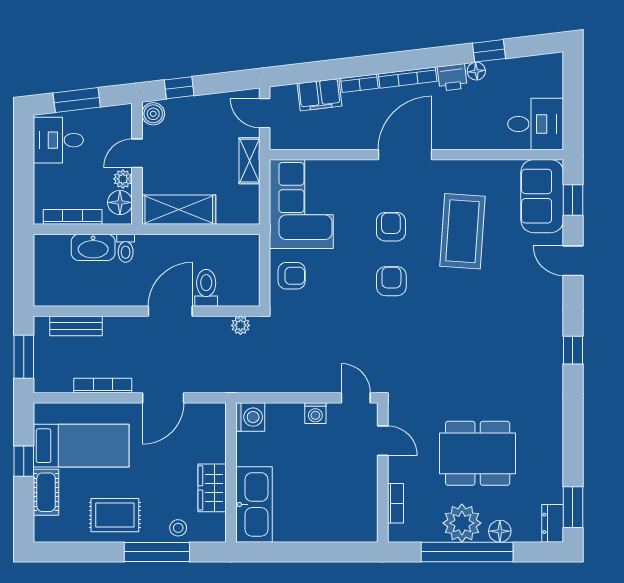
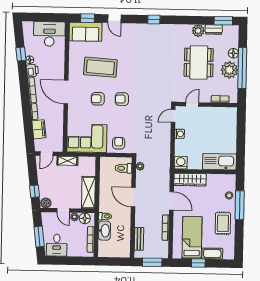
desk: (536, 124) -> (49, 34), width x1.37
door: (573, 261) -> (114, 19), hinge flipped
toilet: (206, 288) -> (123, 168), moved
plant: (549, 451) -> (198, 31), added
wardrobe: (212, 488) -> (190, 180), moved, width x1.50
dresser: (553, 523) -> (214, 30), moved

